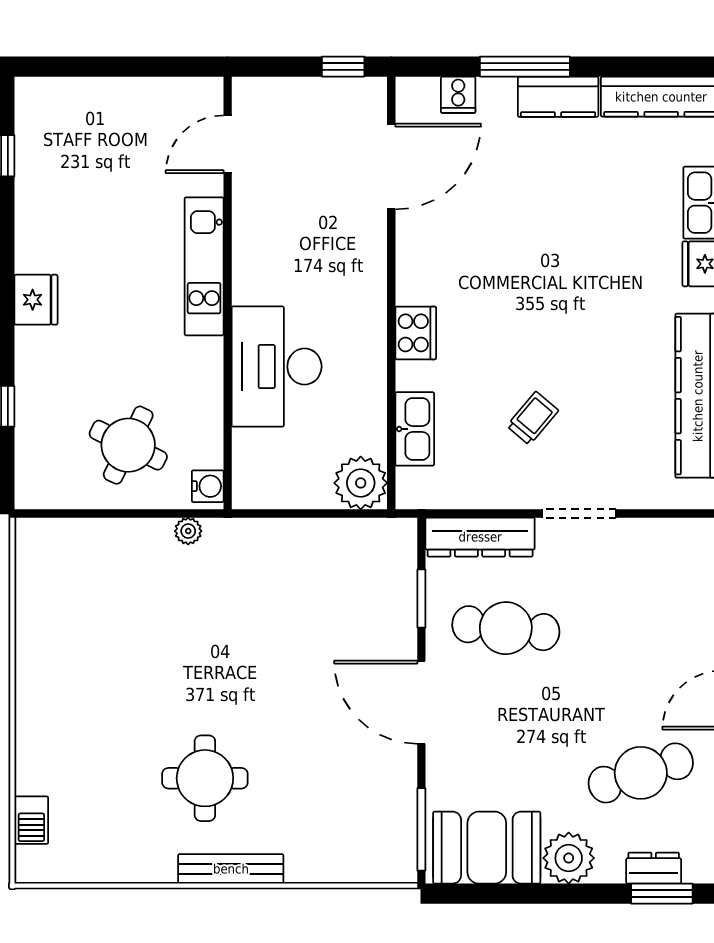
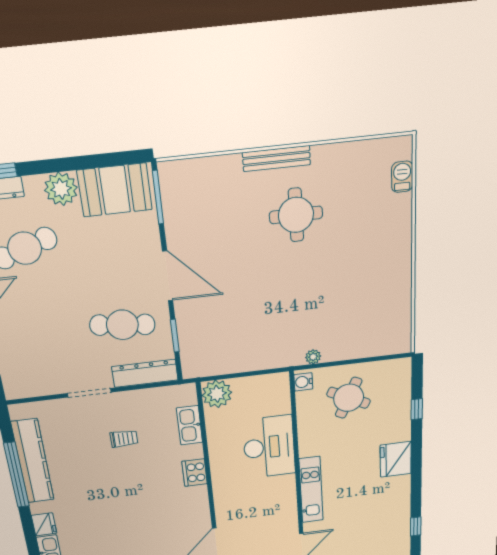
fridge: (36, 300) -> (396, 459), width x1.36, depth x1.34
trolley: (533, 418) -> (124, 439), turned -130

